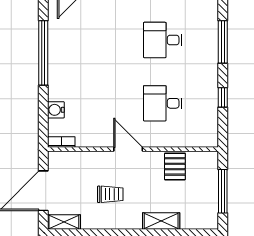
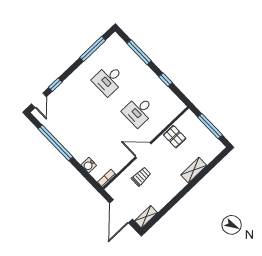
trolley: (110, 194) -> (141, 177), moved

